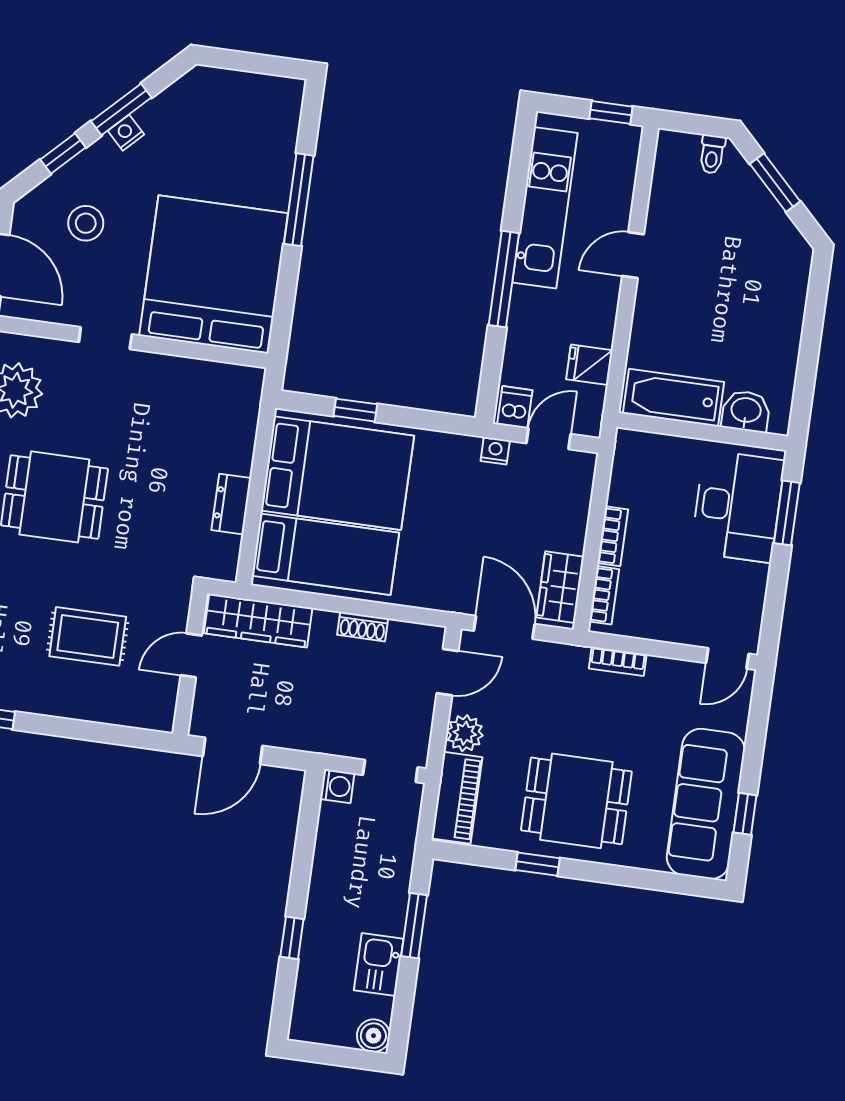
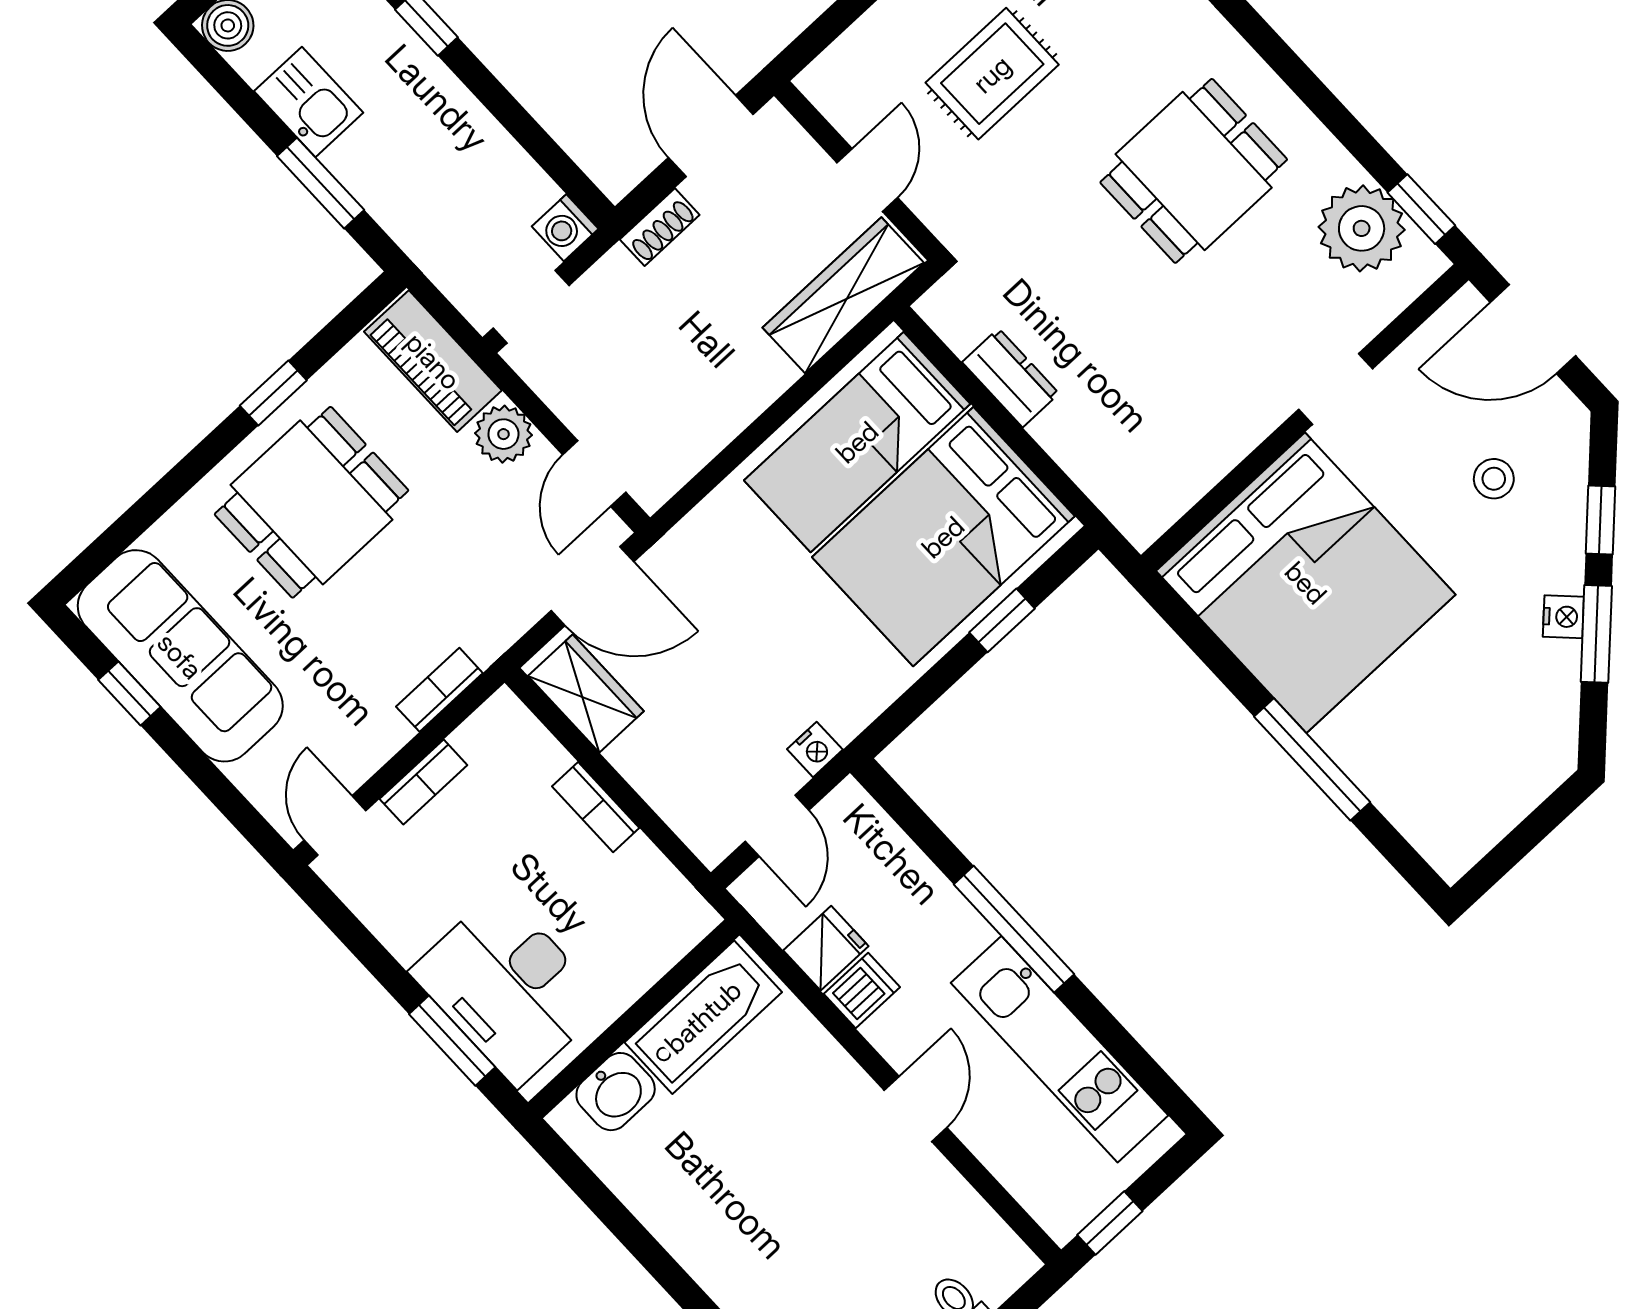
stool: (86, 223) -> (1494, 479), width x0.73, depth x0.73
dishwasher: (515, 407) -> (862, 991), moved, turned -90
bookcase: (604, 595) -> (423, 782), moved, turned -90
shoe rack: (363, 627) -> (660, 227), moved, turned 180

